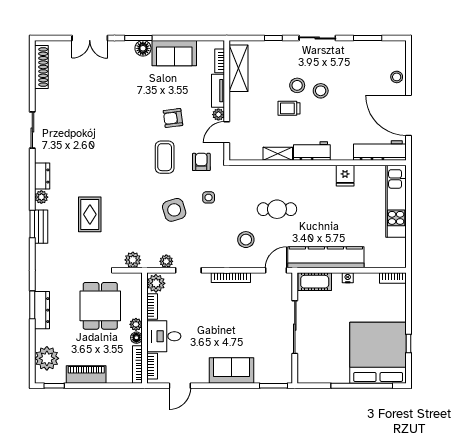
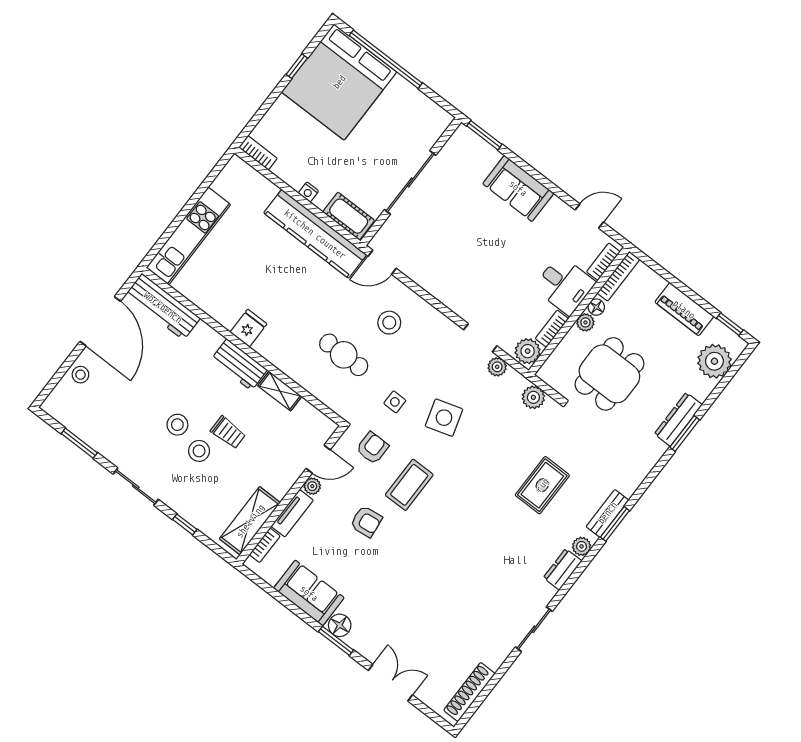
armchair: (201, 162) -> (372, 448), turned 180
fridge: (345, 176) -> (248, 328), moved
cafe table: (277, 209) -> (344, 355), moved
bookcase: (231, 278) -> (439, 293), removed

